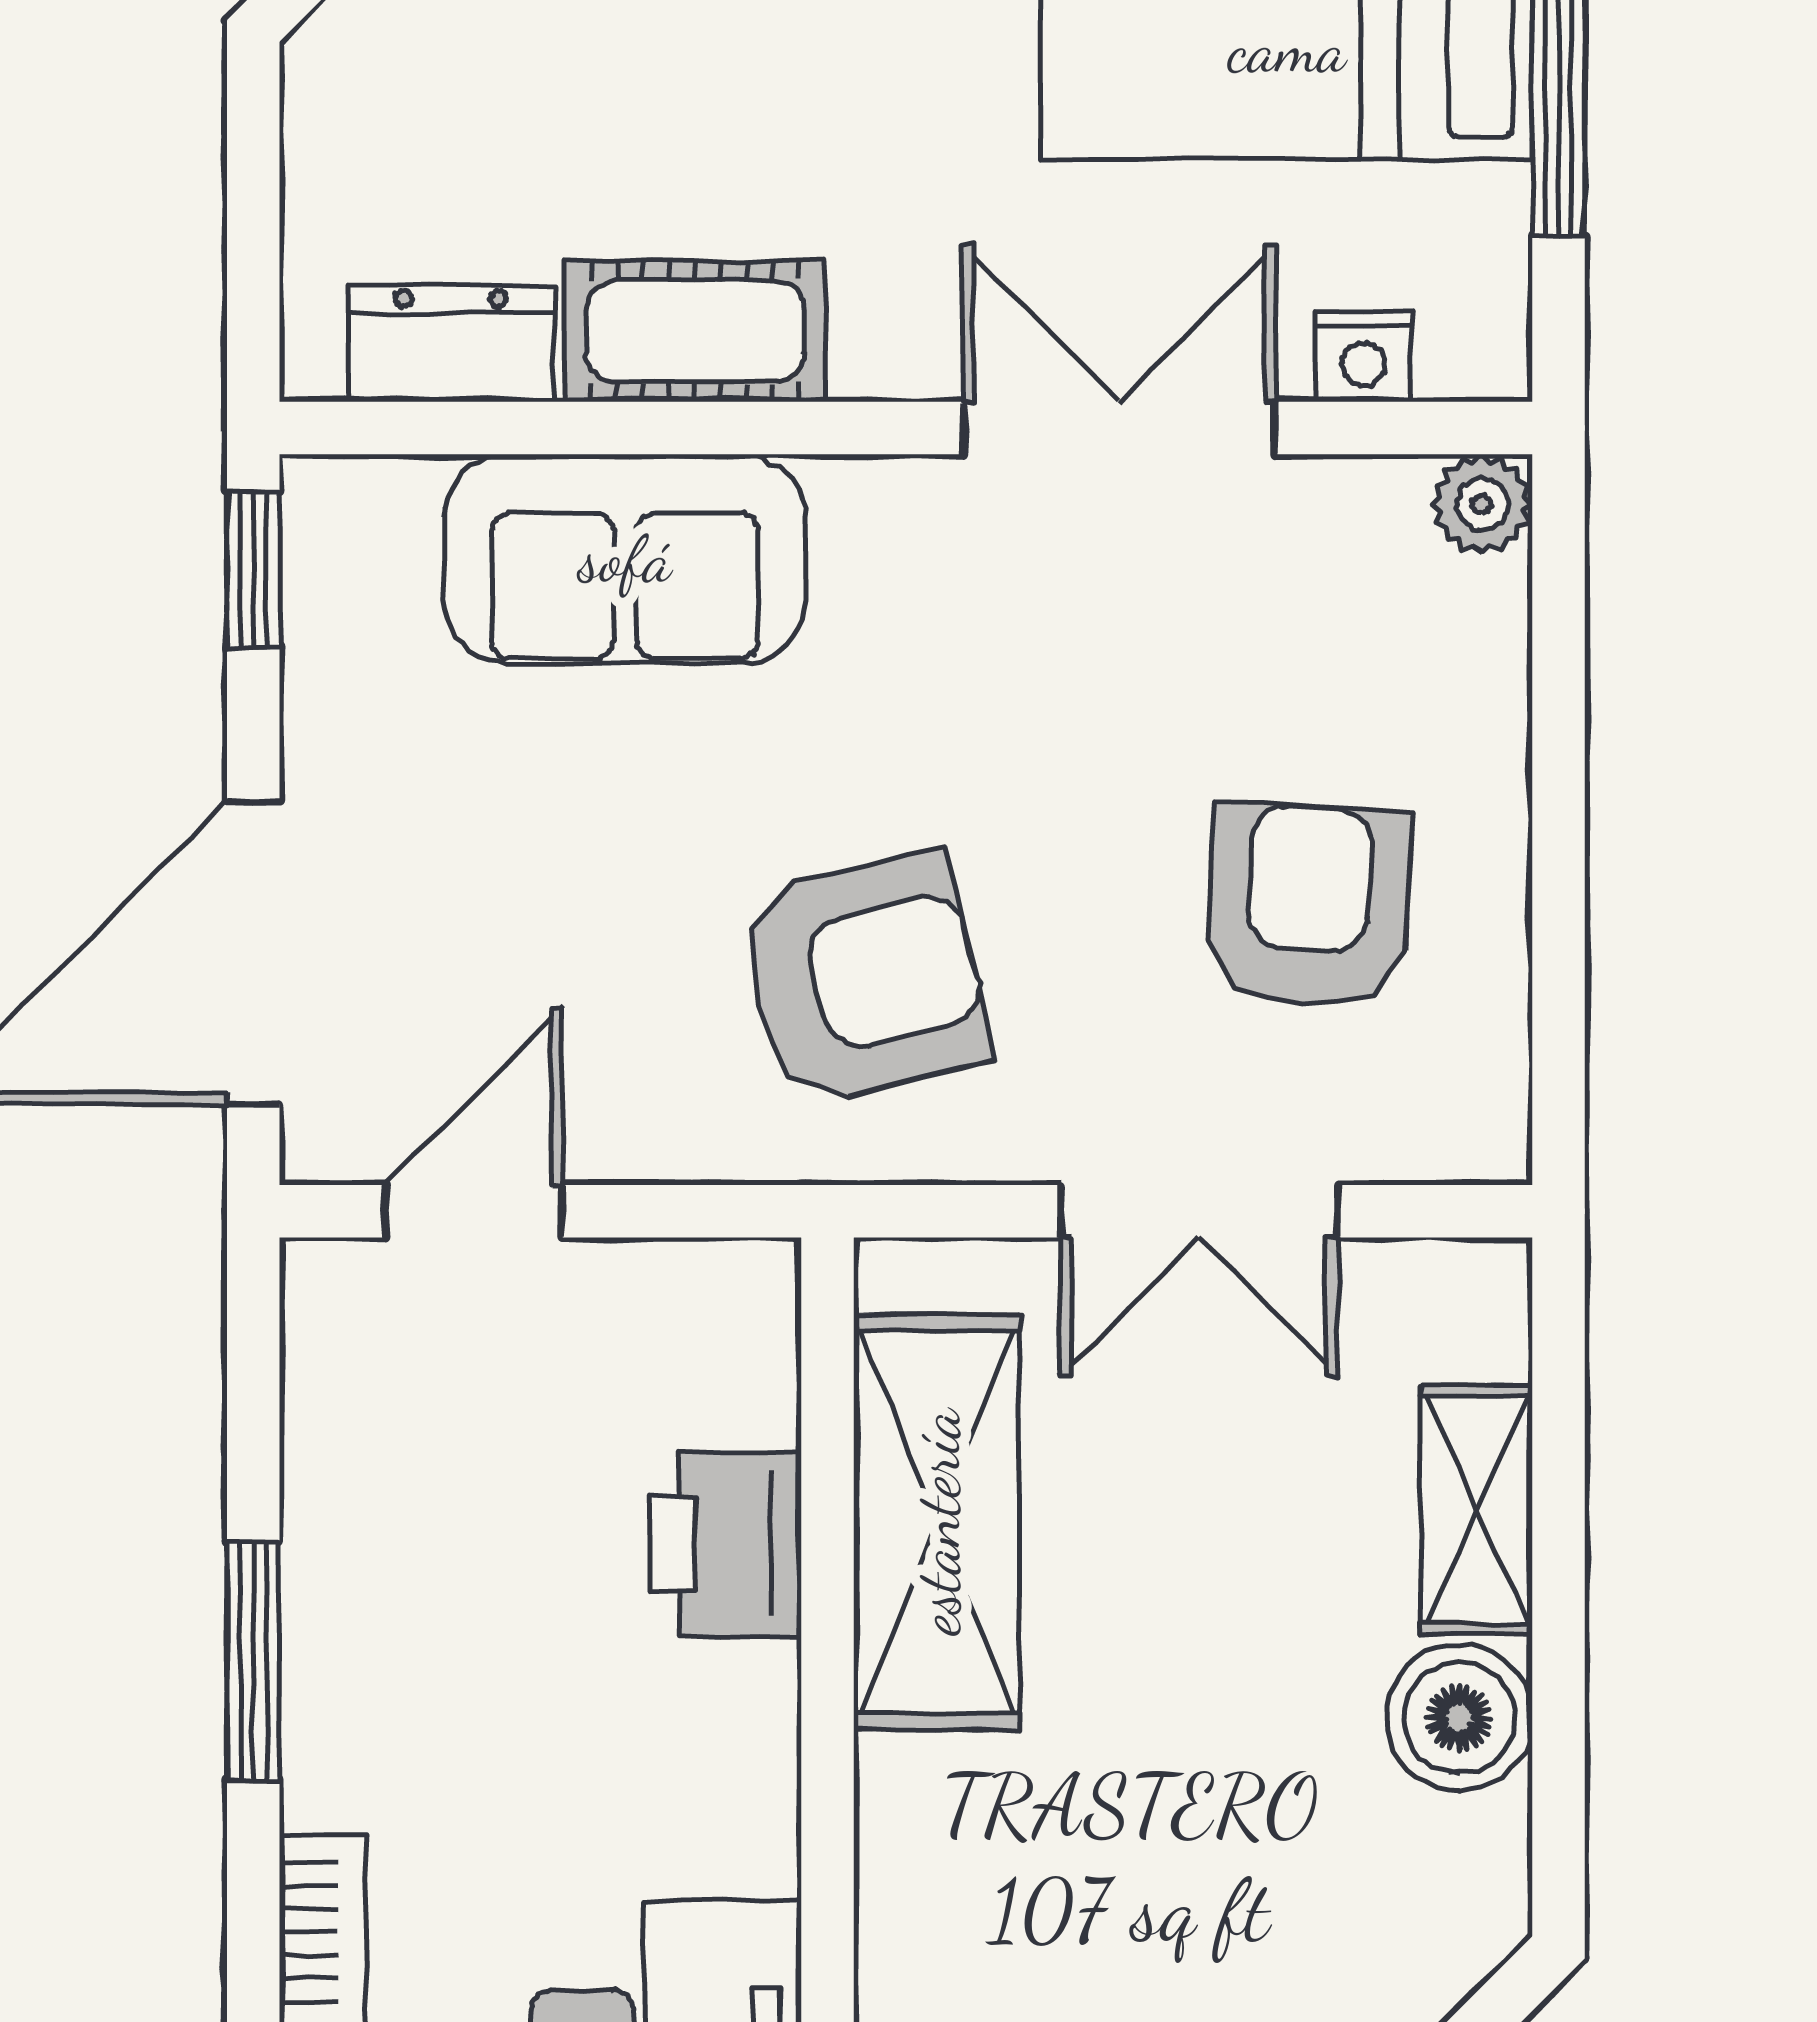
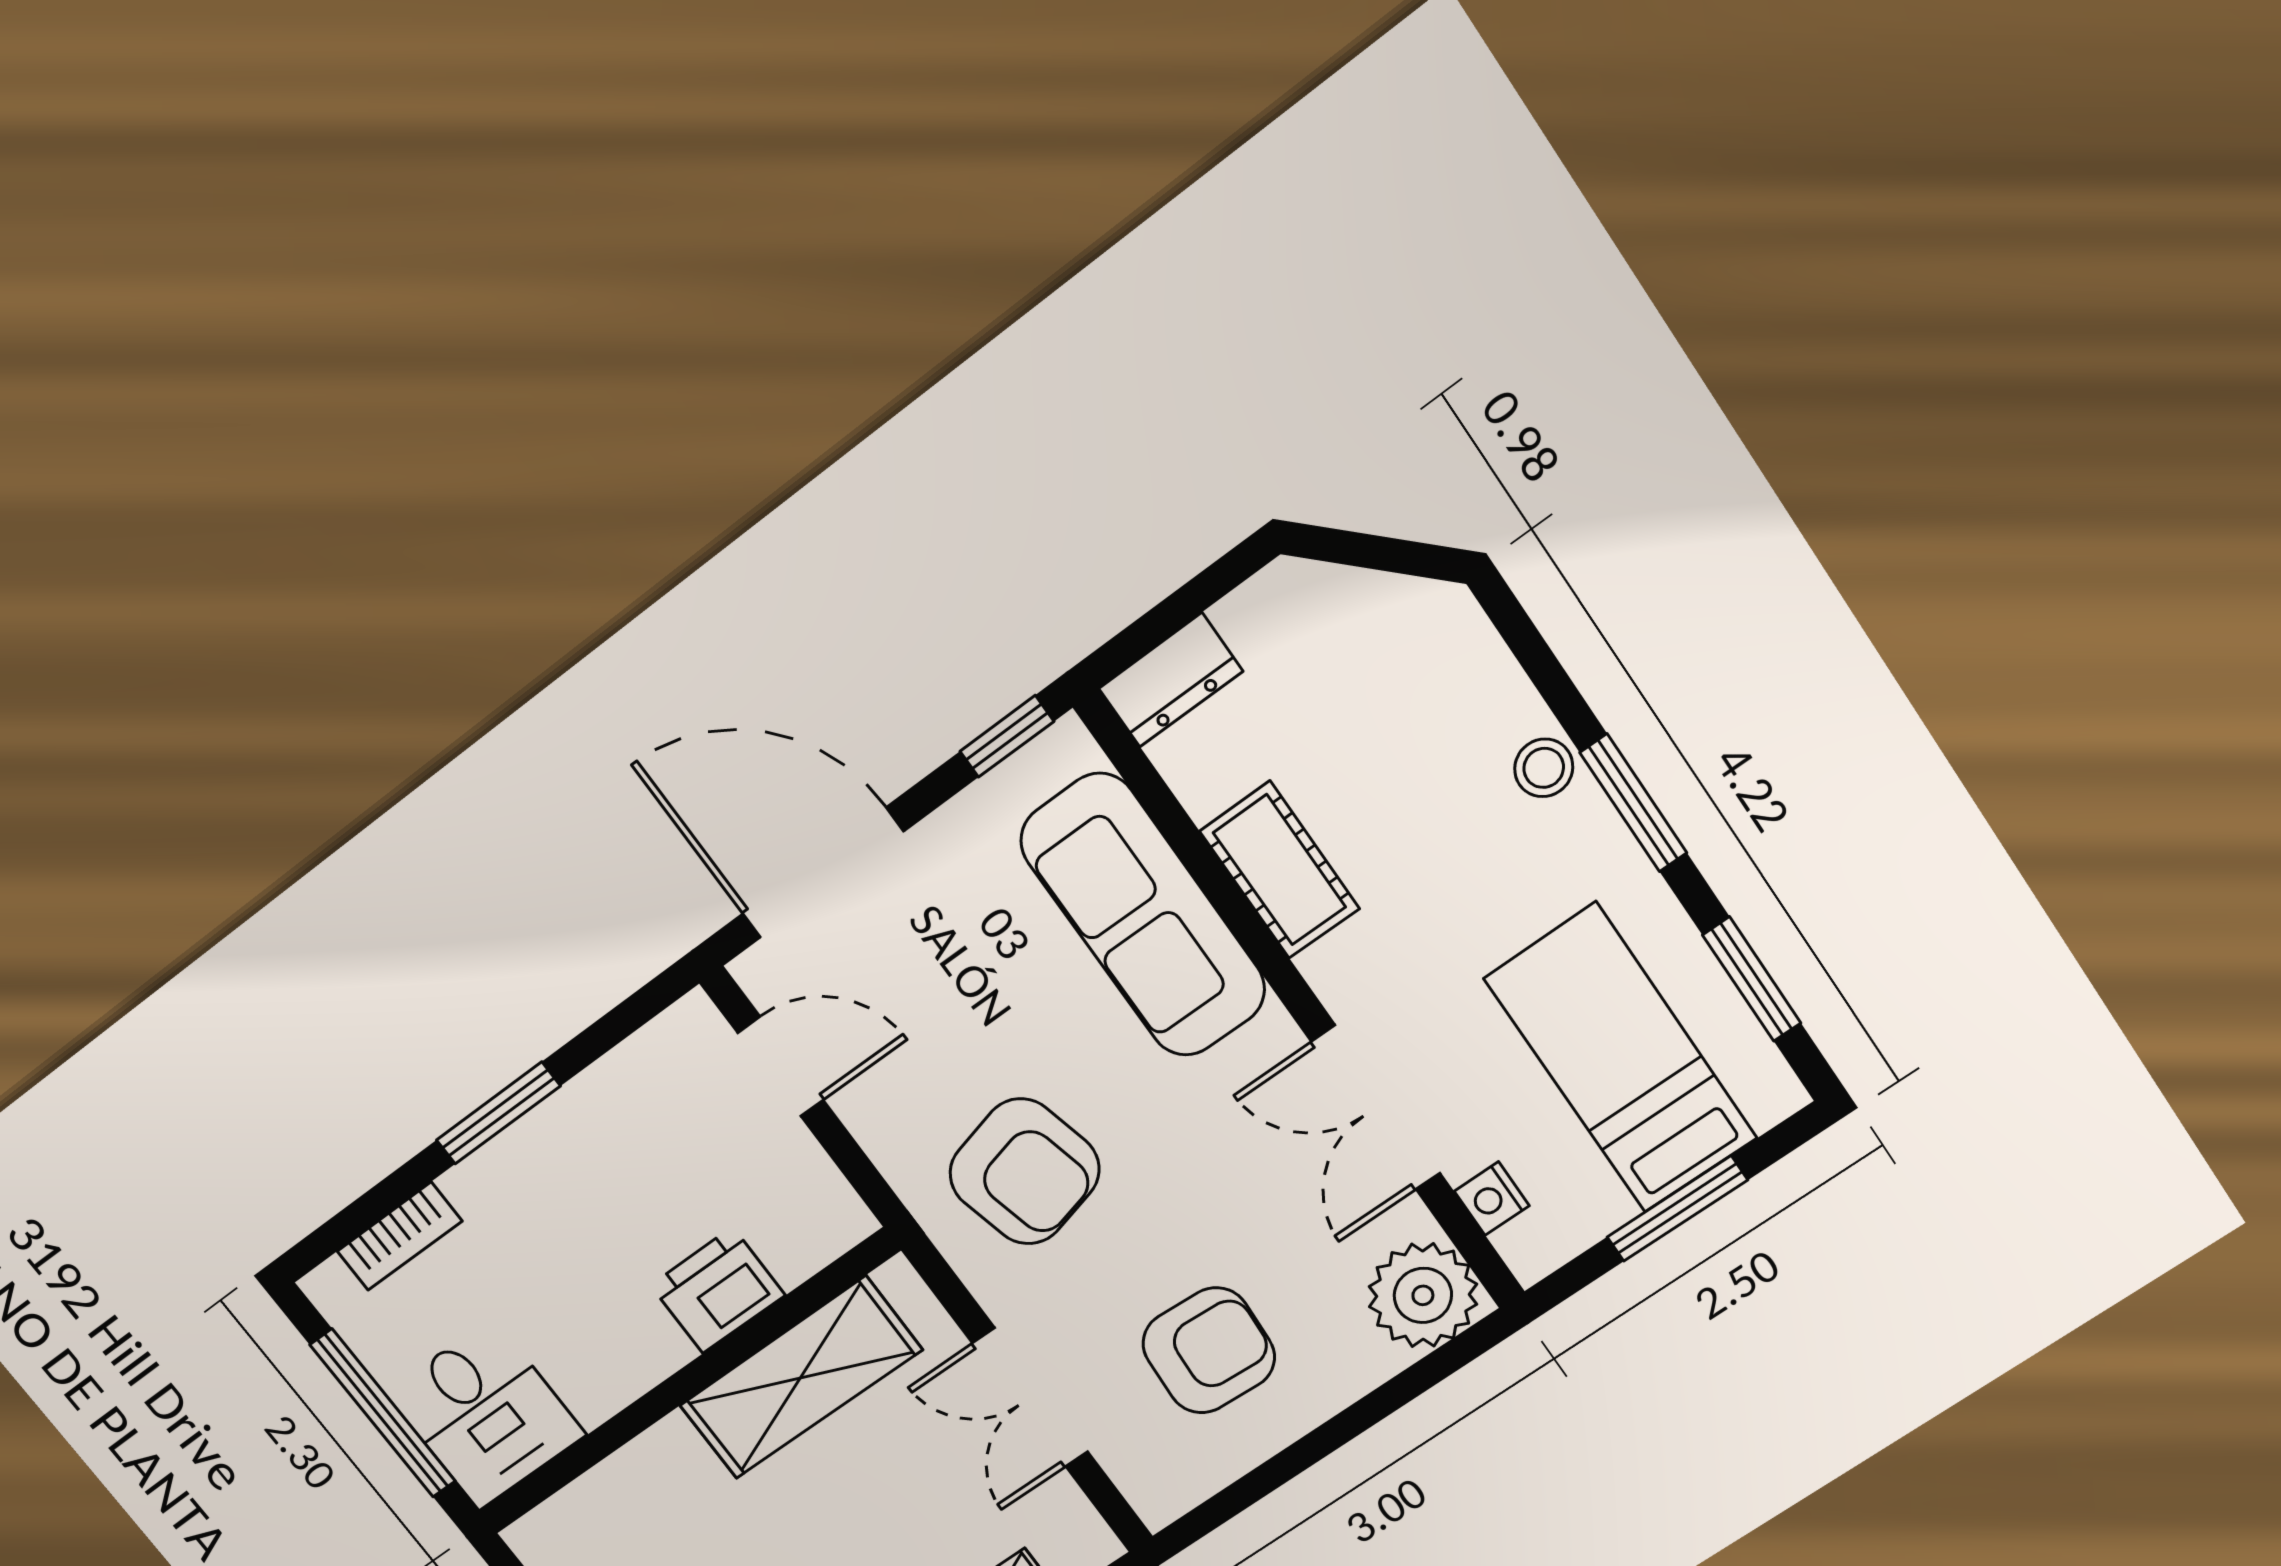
dresser: (451, 344) -> (1171, 680), moved, turned 90
double door: (1119, 428) -> (1376, 1108), swing flipped
plant: (1482, 504) -> (1423, 1295), width x1.88, depth x1.88
sofa: (625, 559) -> (1143, 916), width x1.36

